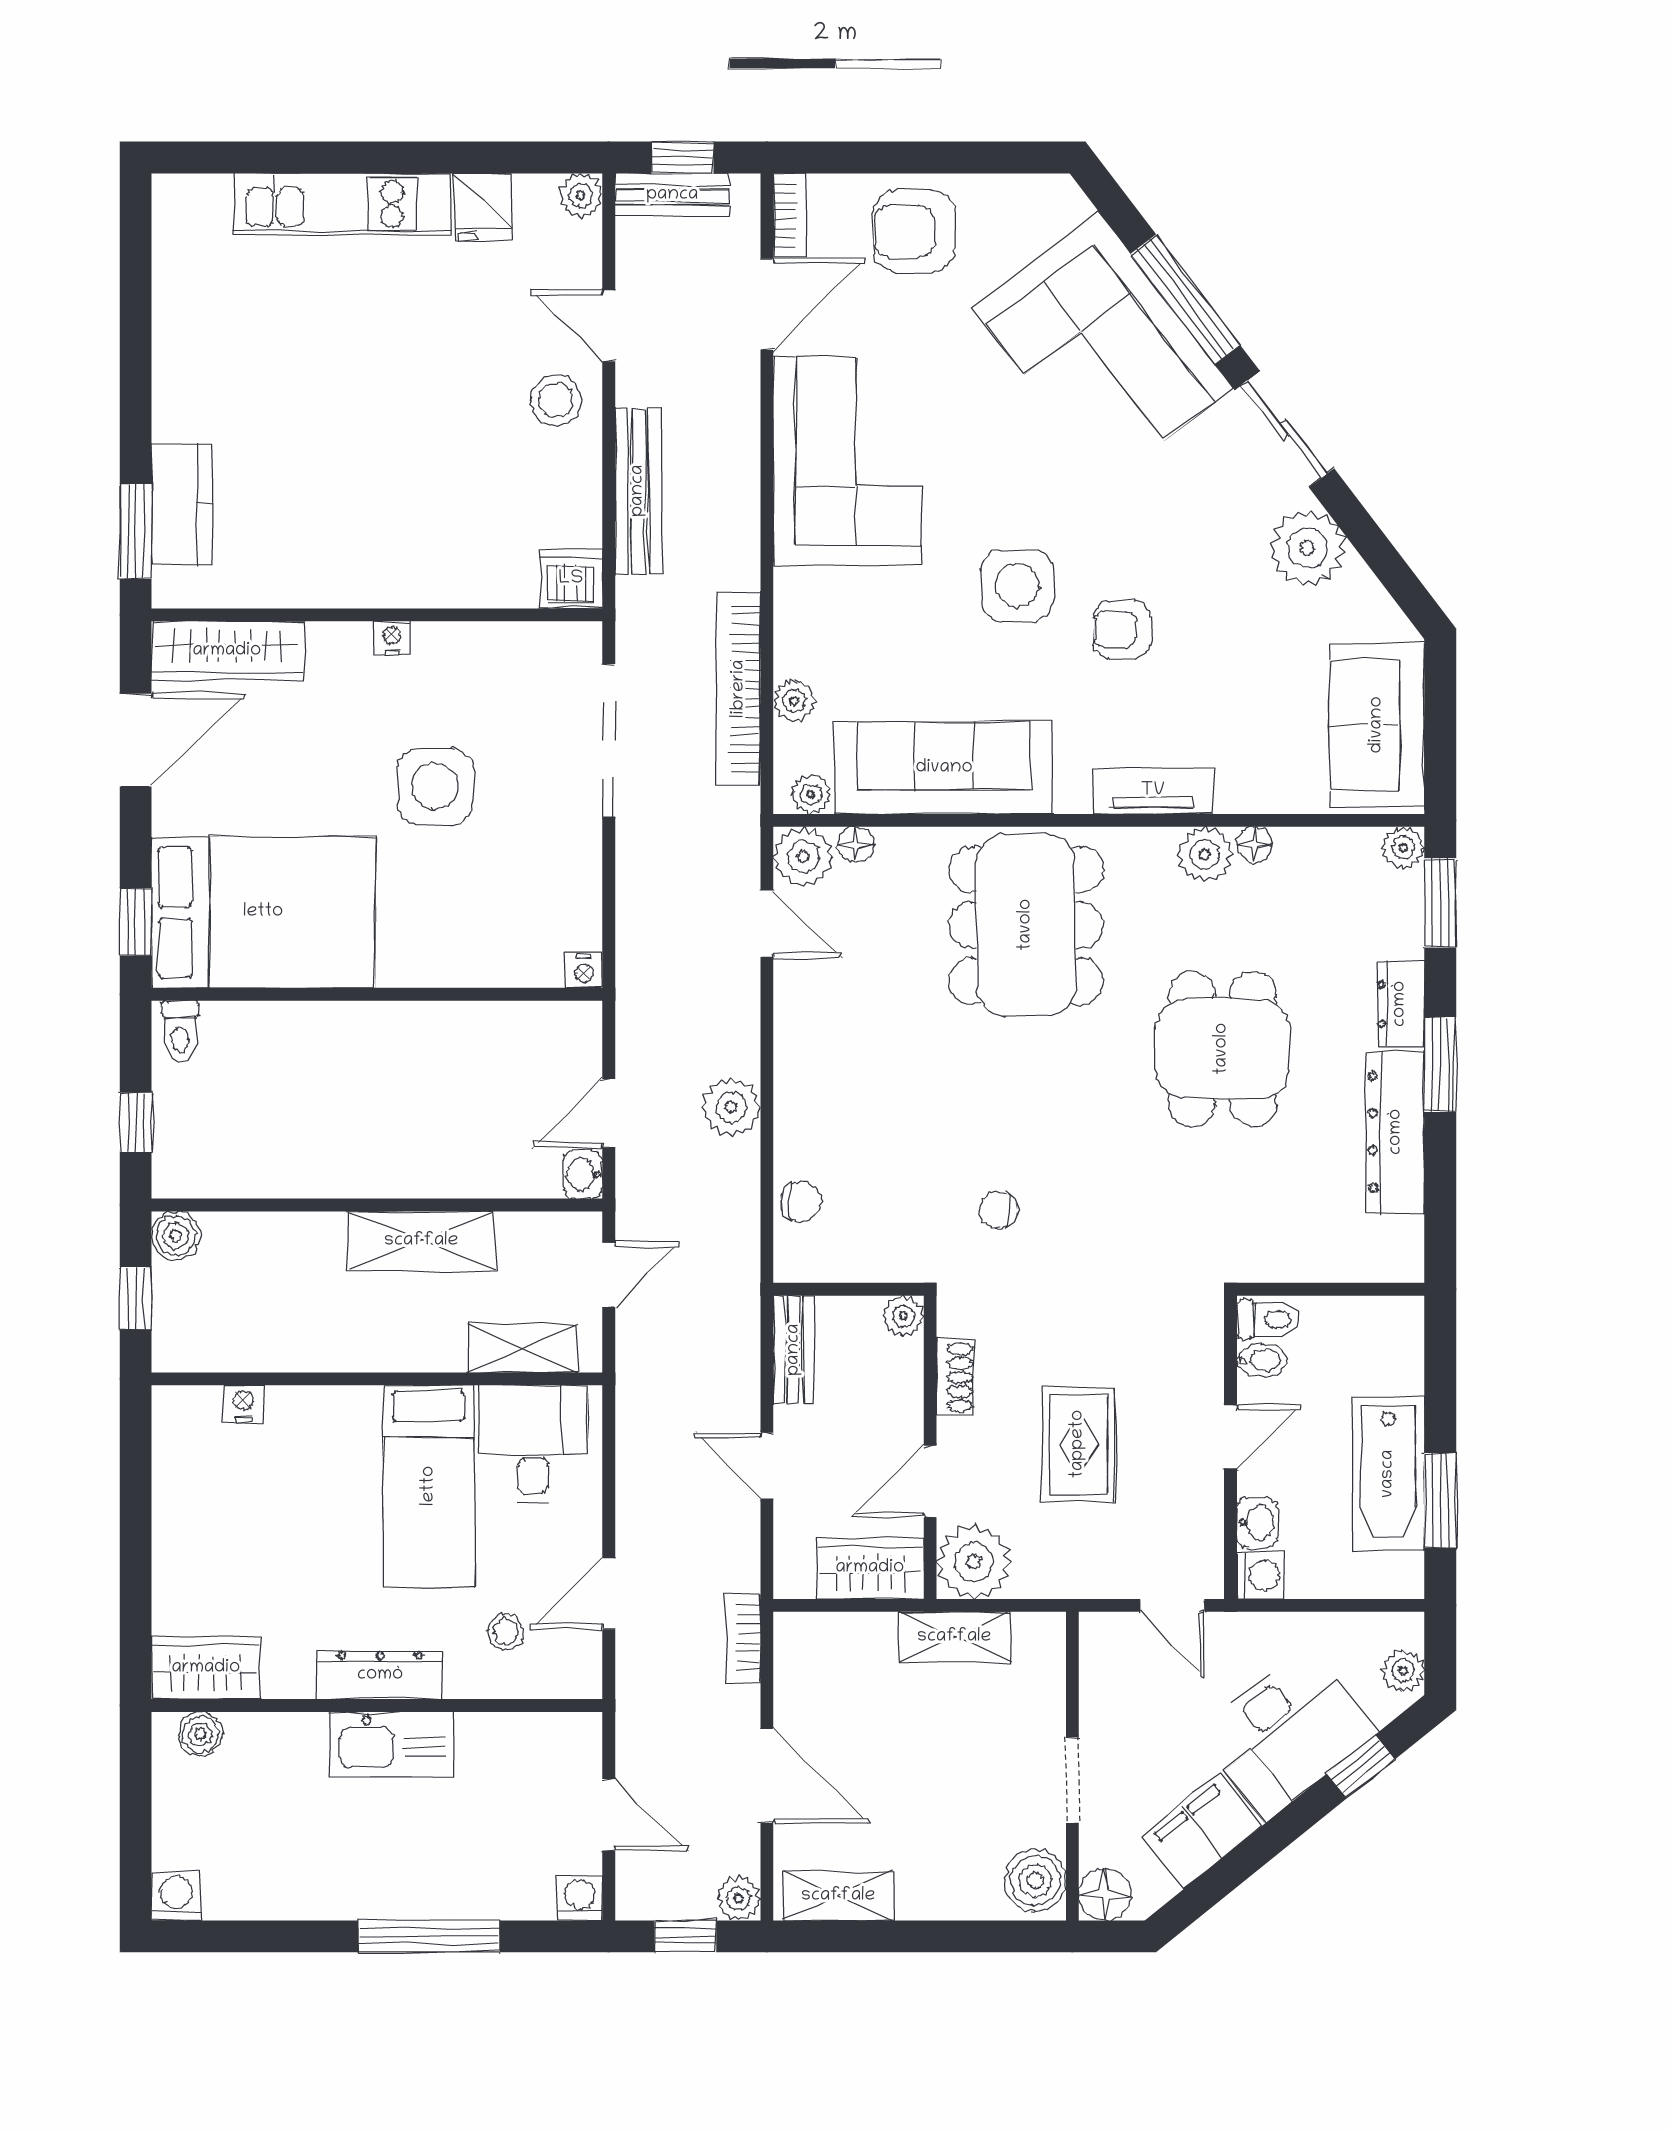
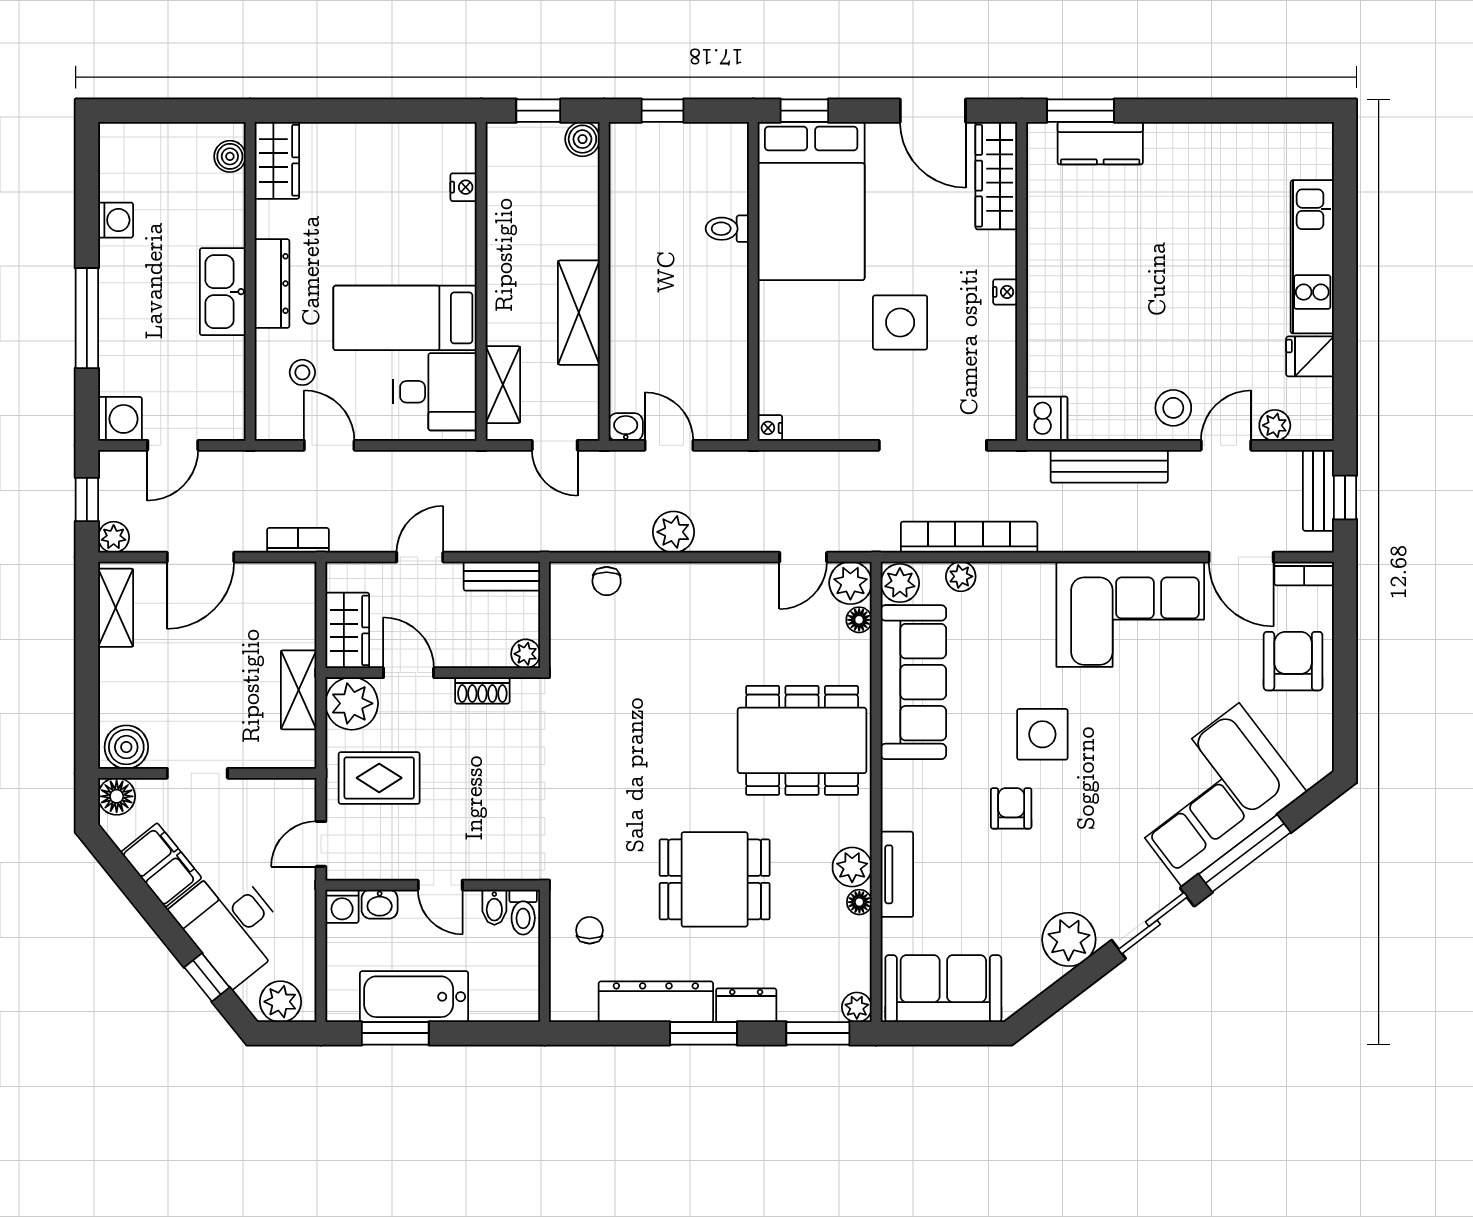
plant: (581, 195) -> (1275, 425), moved
tv unit: (1153, 791) -> (897, 874), moved
plant: (811, 794) -> (900, 583), width x1.38, depth x1.38
toilet: (180, 1031) -> (727, 229), moved
chair: (998, 1210) -> (590, 930), moved
rug: (1078, 1444) -> (379, 778), moved
plant: (1403, 1671) -> (280, 1002), width x1.38, depth x1.38
washing machine: (176, 1896) -> (116, 220), moved
washing machine: (580, 1898) -> (120, 419), width x1.38, depth x1.38

